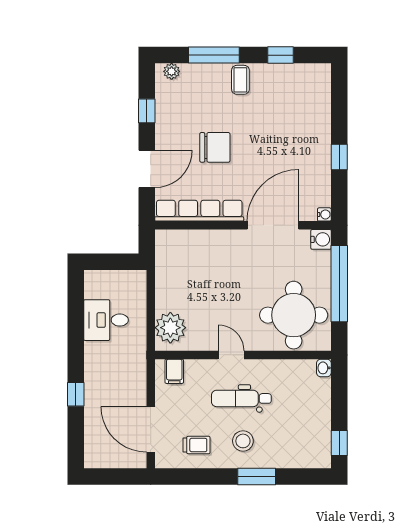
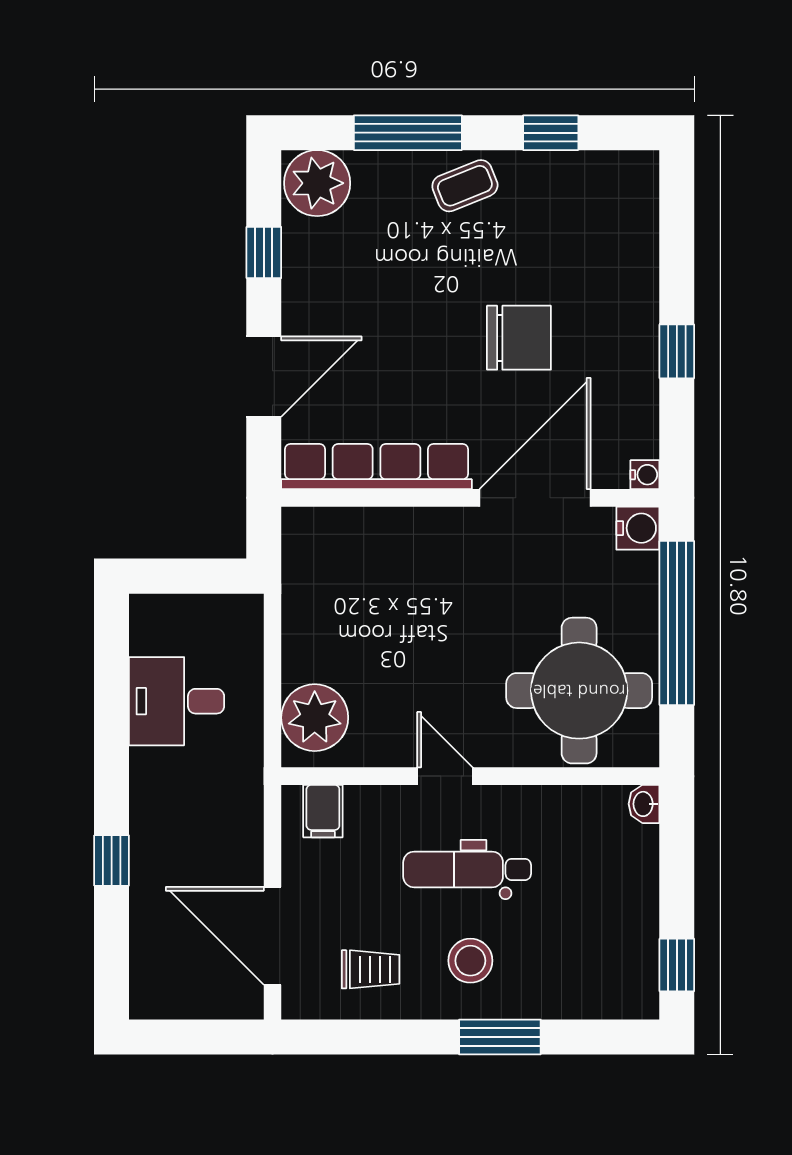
plant: (172, 71) -> (317, 183), width x1.87, depth x1.87
coffee table: (240, 80) -> (465, 186), turned 68
chair: (215, 147) -> (519, 338), moved

